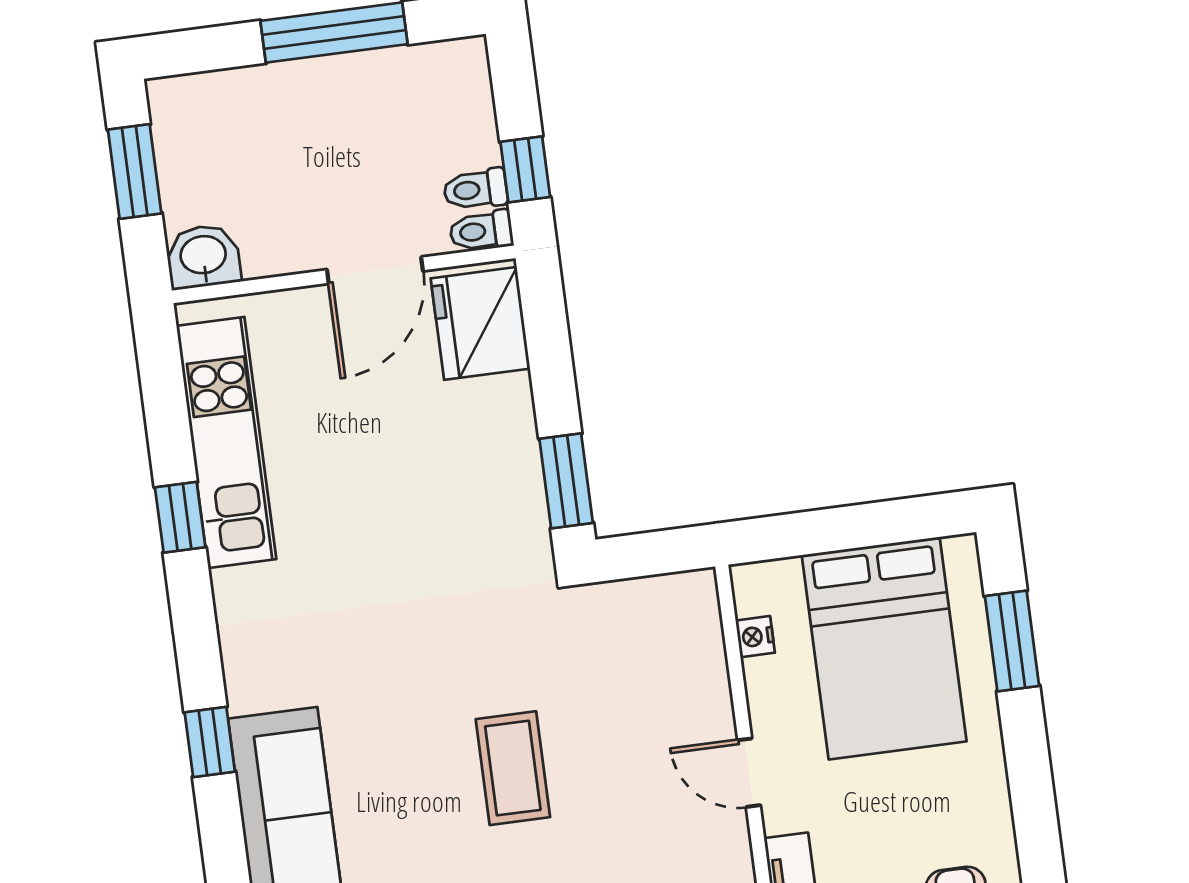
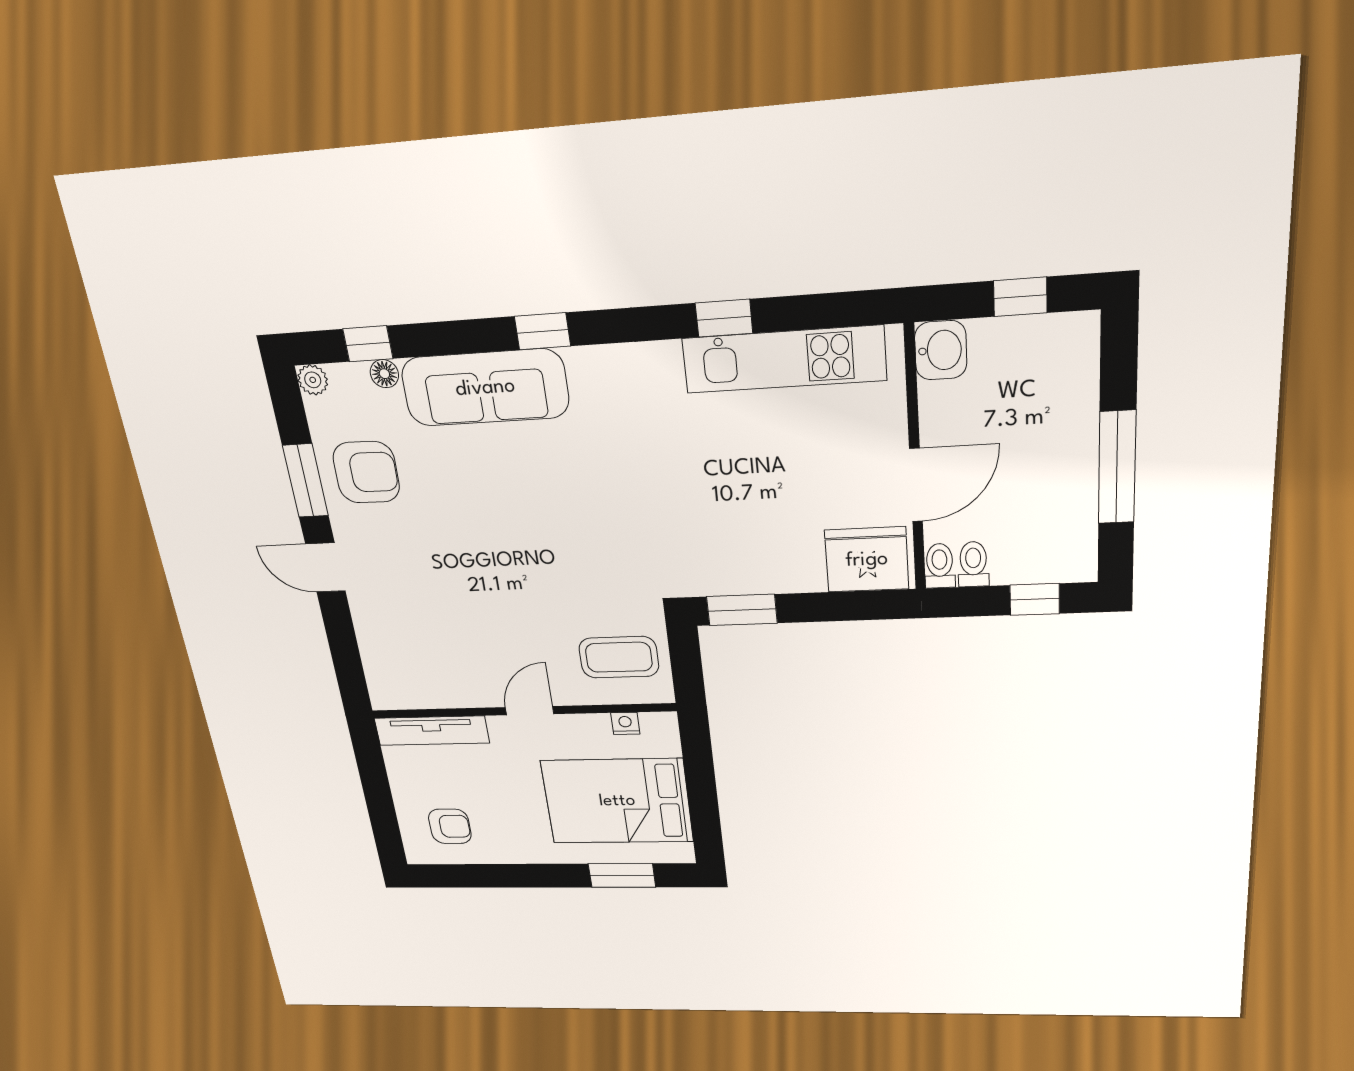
window: (525, 169) -> (1035, 599), moved
window: (135, 172) -> (1020, 297), width x0.67
door: (375, 270) -> (916, 485), swing flipped
coffee table: (513, 768) -> (619, 657), moved

